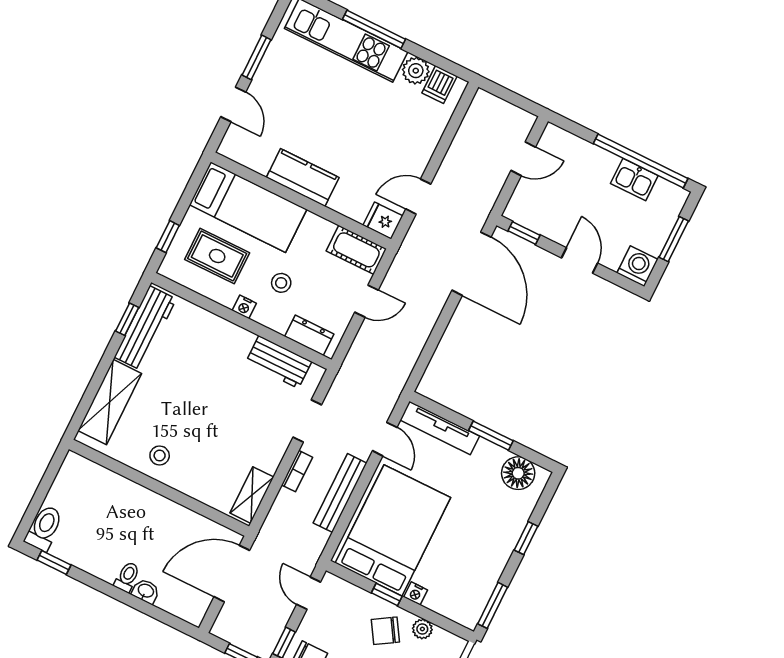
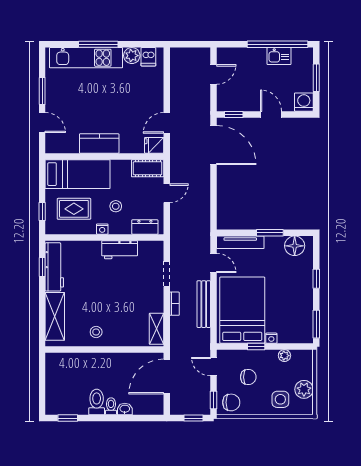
workbench: (279, 362) -> (120, 250), moved
toilet: (44, 528) -> (97, 402), moved
chair: (385, 631) -> (248, 377), moved, turned -148

